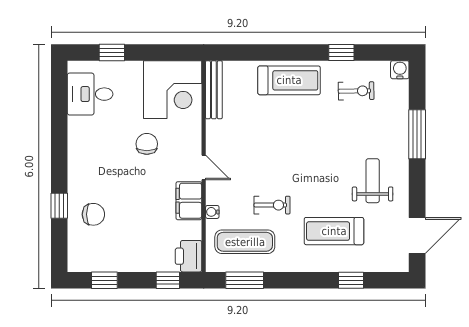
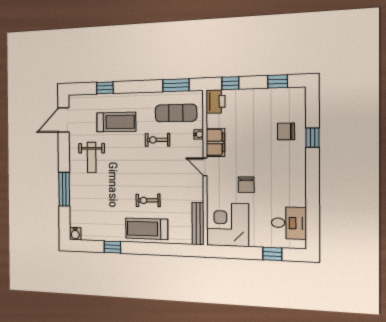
exercise bike: (356, 91) -> (148, 200), moved

